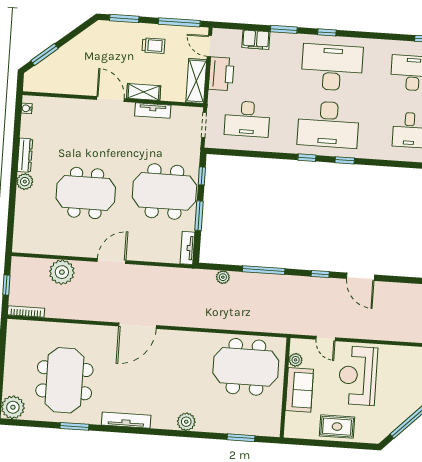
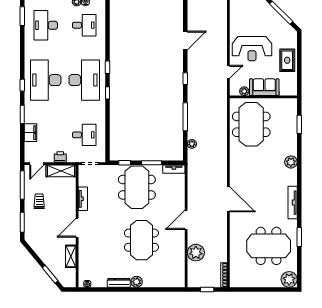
printer: (221, 74) -> (60, 157), width x0.53, depth x0.68
shelving: (144, 92) -> (71, 256), moved
desk: (247, 119) -> (84, 135), width x0.73
door: (112, 261) -> (186, 220), hinge flipped
door: (360, 277) -> (185, 40), moved

